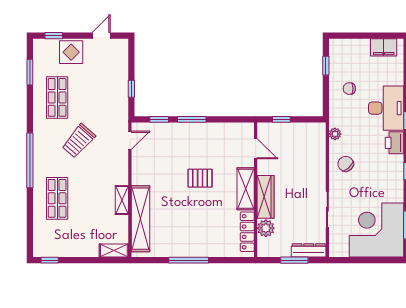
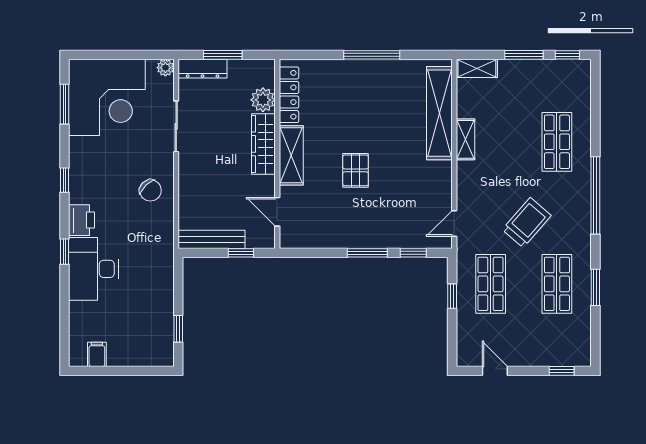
door: (101, 36) -> (495, 371), swing flipped
filing cabinet: (384, 47) -> (97, 354), width x0.50
display table: (71, 52) -> (537, 348), removed
window: (30, 72) -> (595, 287), moved
chair: (349, 89) -> (145, 296), removed
shop shelf: (104, 97) -> (491, 284), added
bench: (302, 129) -> (212, 239), added
plant: (335, 134) -> (165, 68), moved
pallet: (200, 178) -> (356, 170), turned 90
window: (81, 260) -> (524, 55), added

